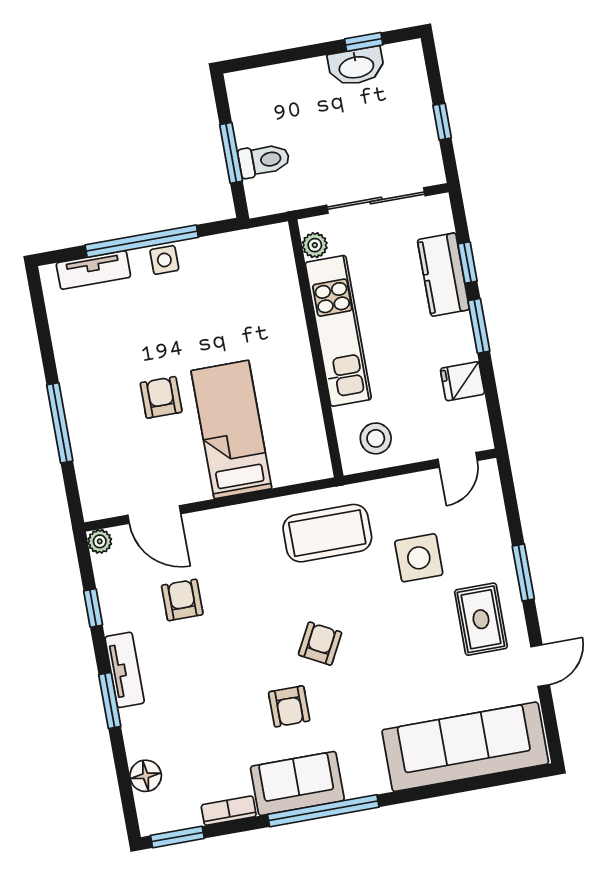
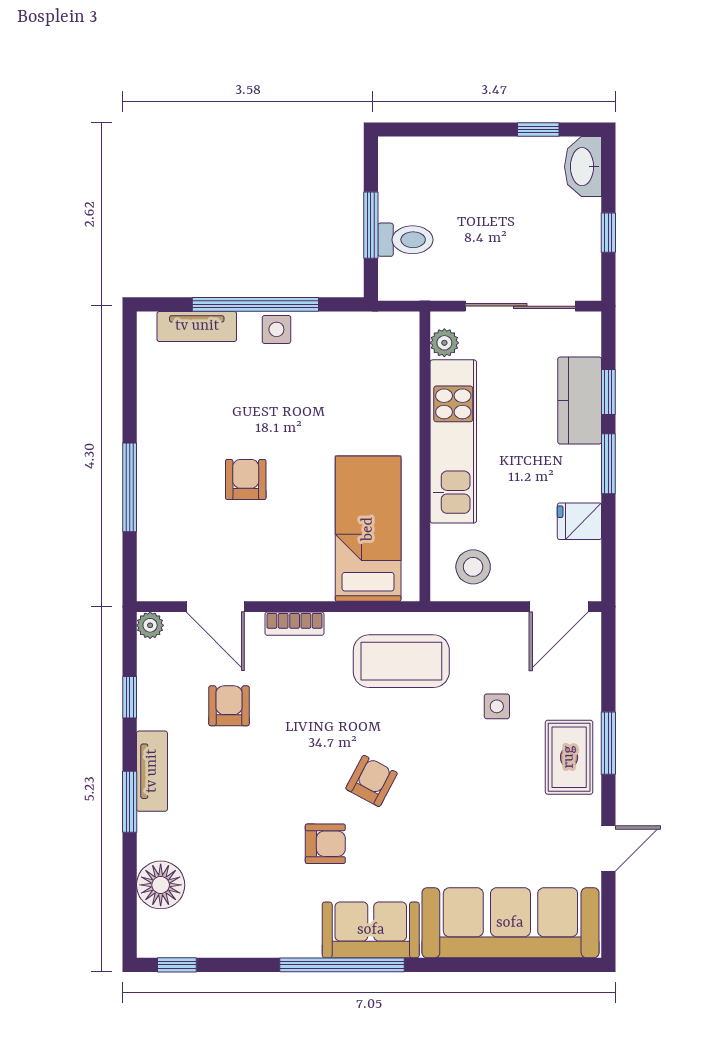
washbasin: (356, 66) -> (583, 167), moved, turned 90
bed: (231, 430) -> (368, 529), moved
door: (458, 460) -> (559, 607), width x1.38
side table: (419, 558) -> (497, 706), width x0.54, depth x0.54
rug: (481, 619) -> (569, 757), moved
armchair: (289, 706) -> (325, 844), turned -90
floor lamp: (146, 776) -> (161, 885), width x1.38, depth x1.38
sofa: (297, 783) -> (371, 930), moved
bookcase: (229, 811) -> (295, 624), moved, turned 180
window: (177, 837) -> (177, 965), width x0.67

